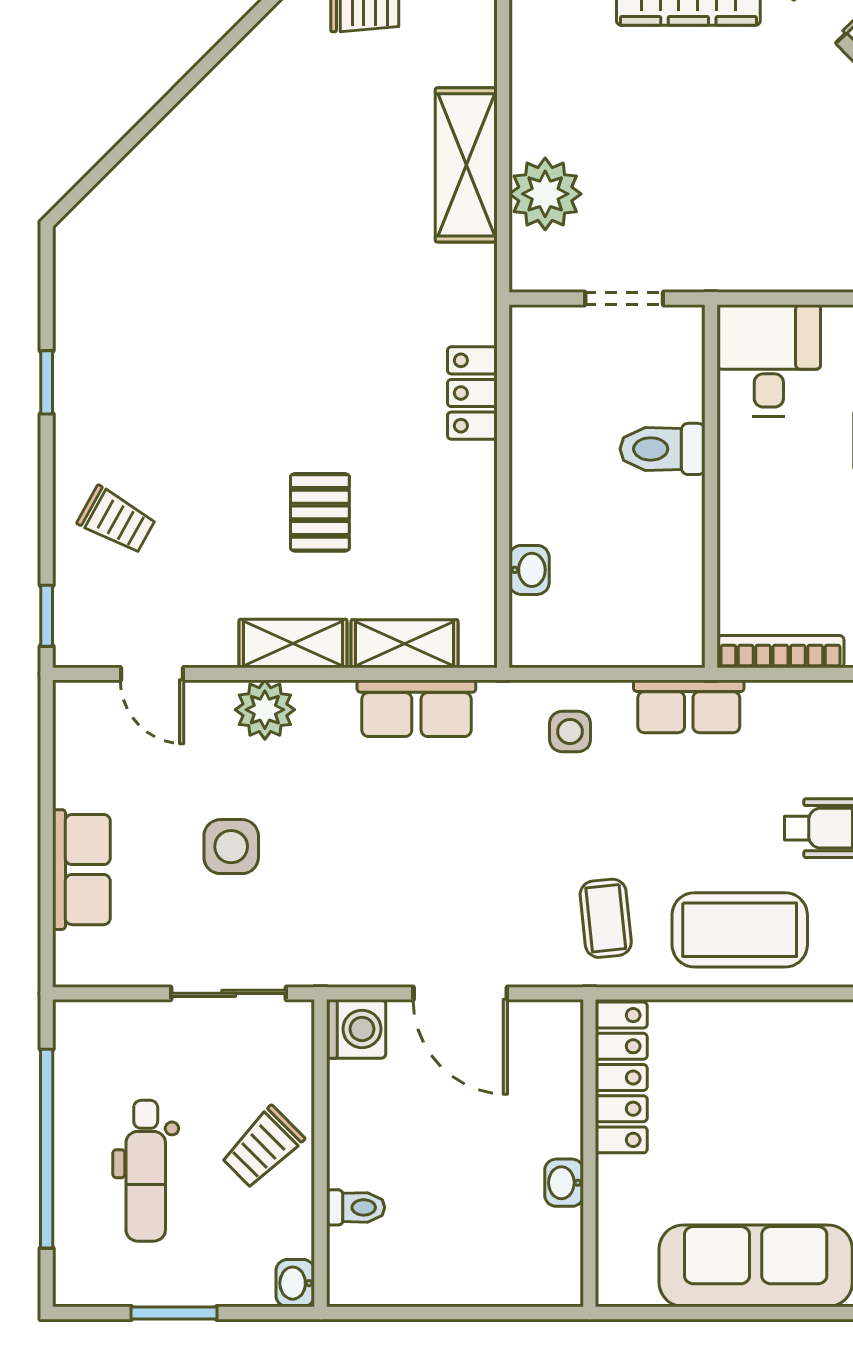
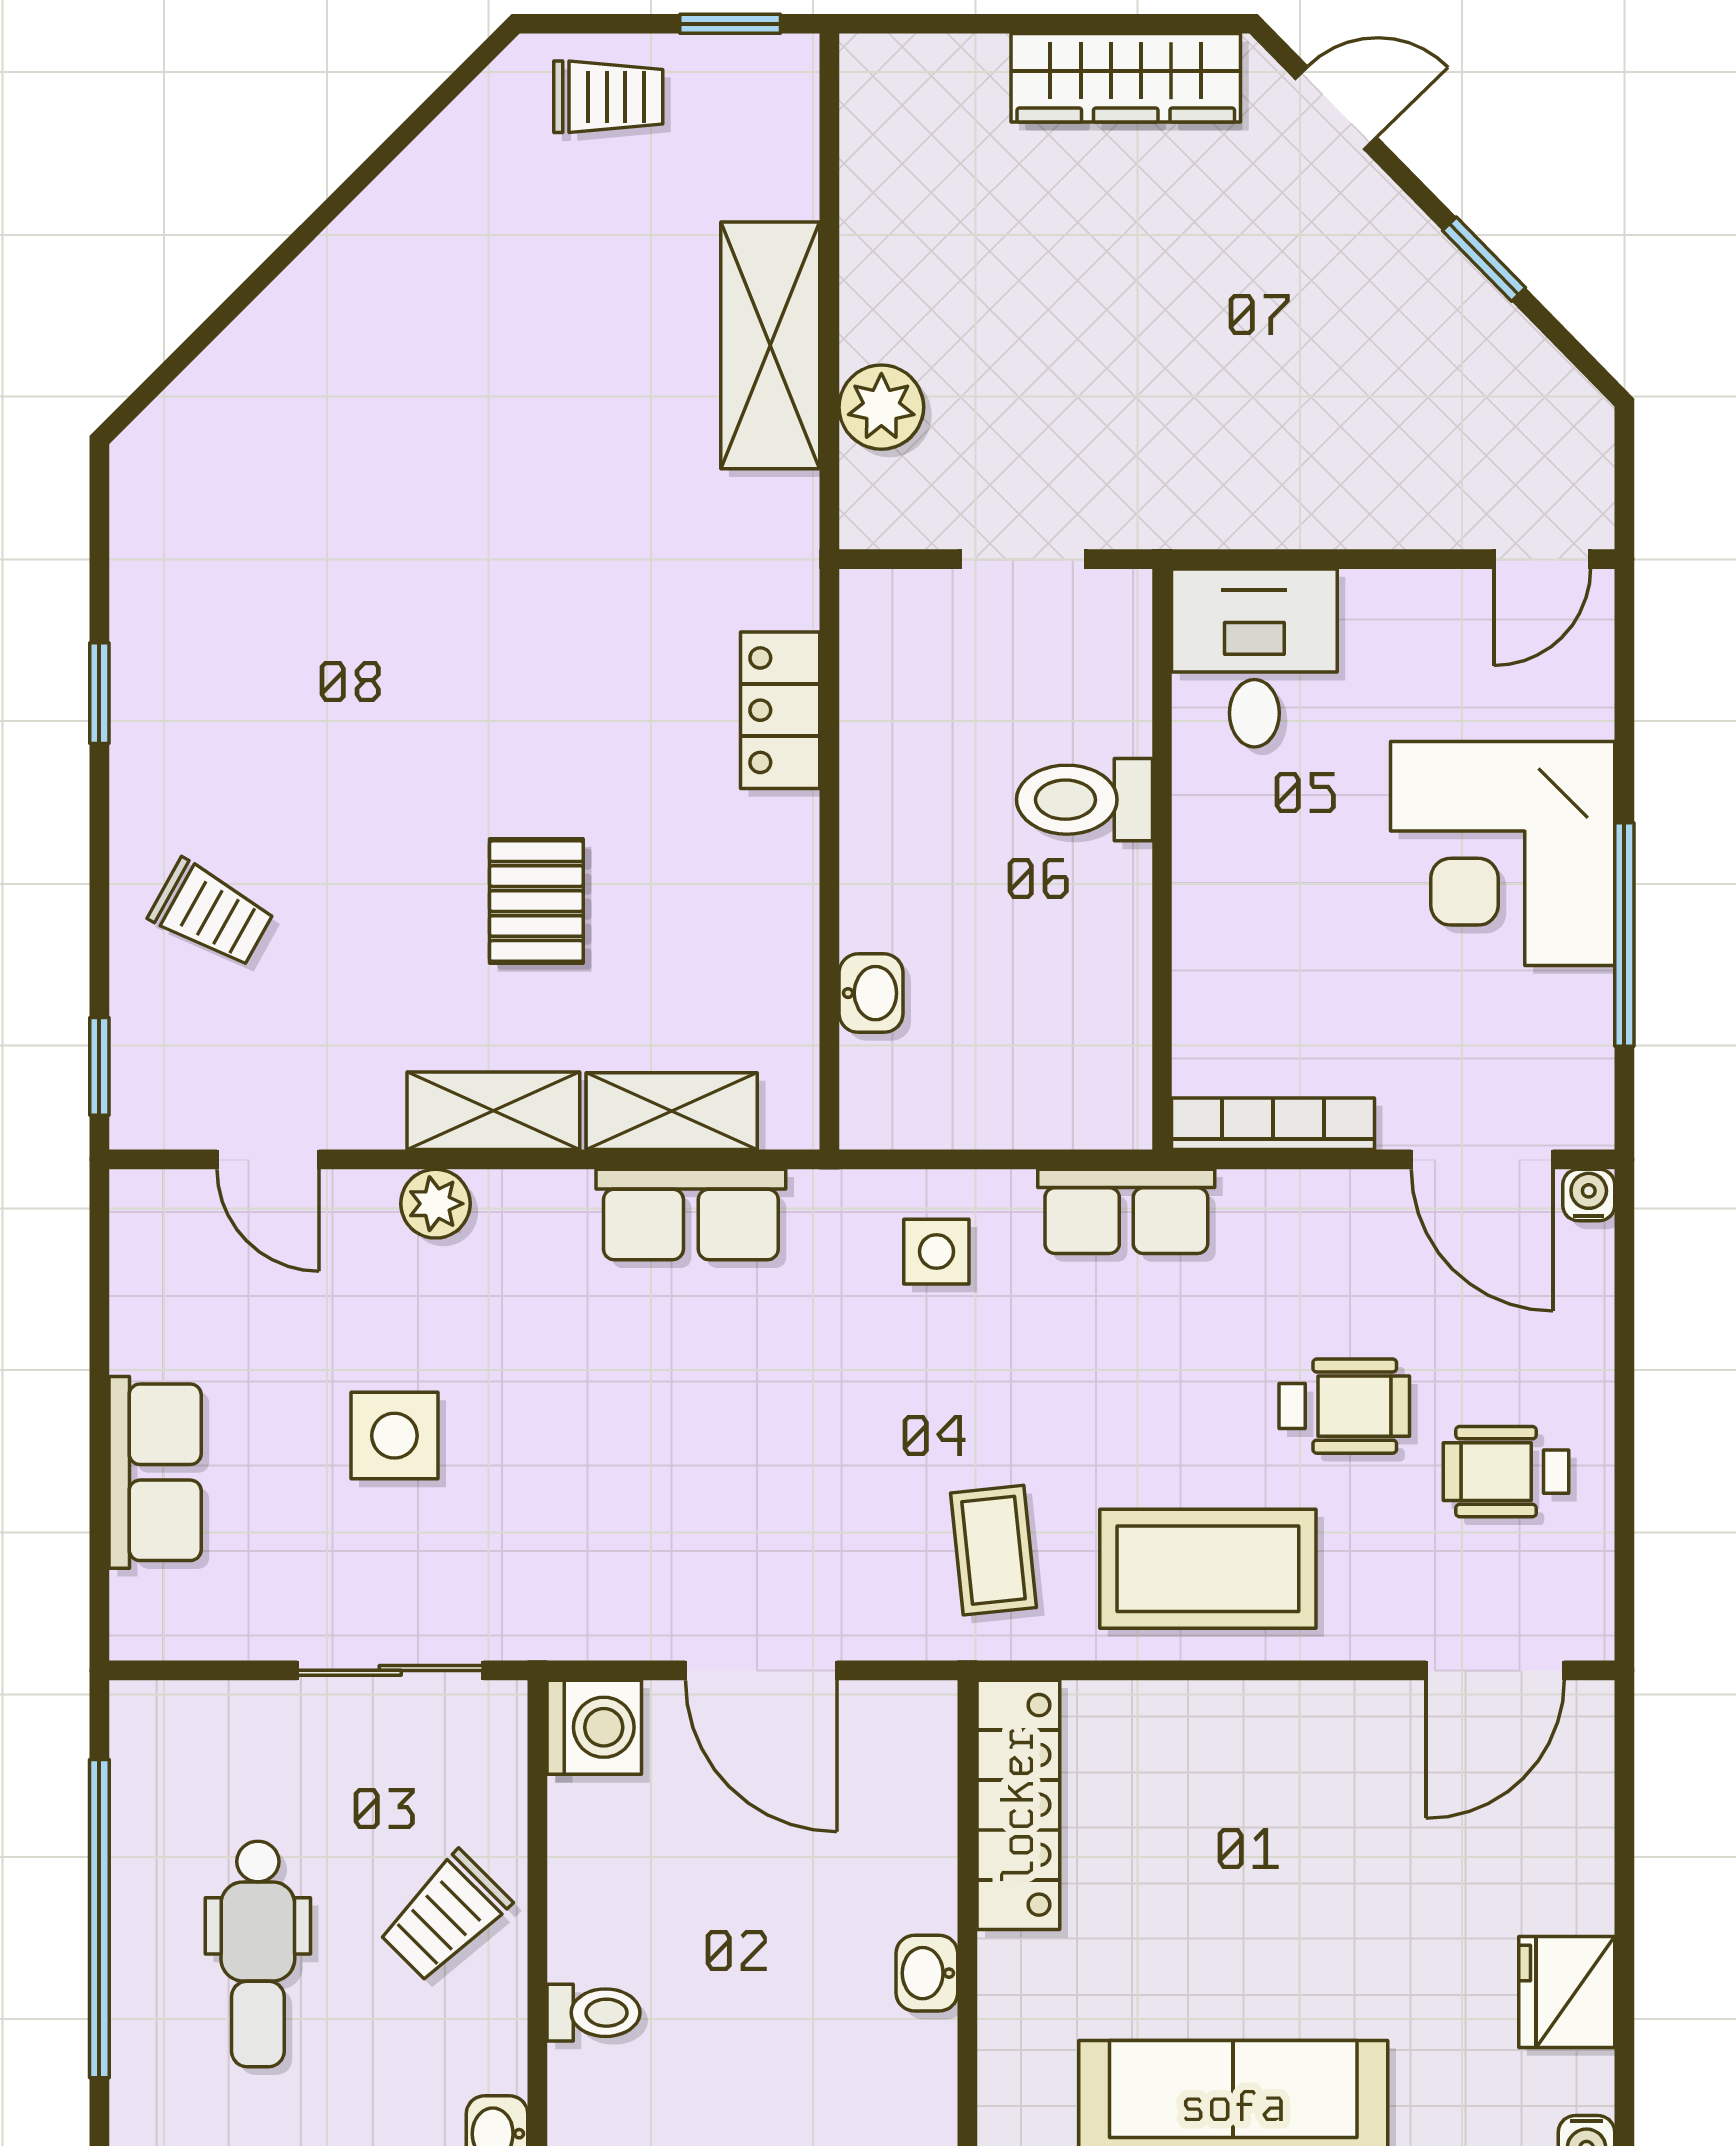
plant: (545, 194) -> (881, 407), width x0.73, depth x0.73
plant: (265, 710) -> (435, 1204), width x0.73, depth x0.73

